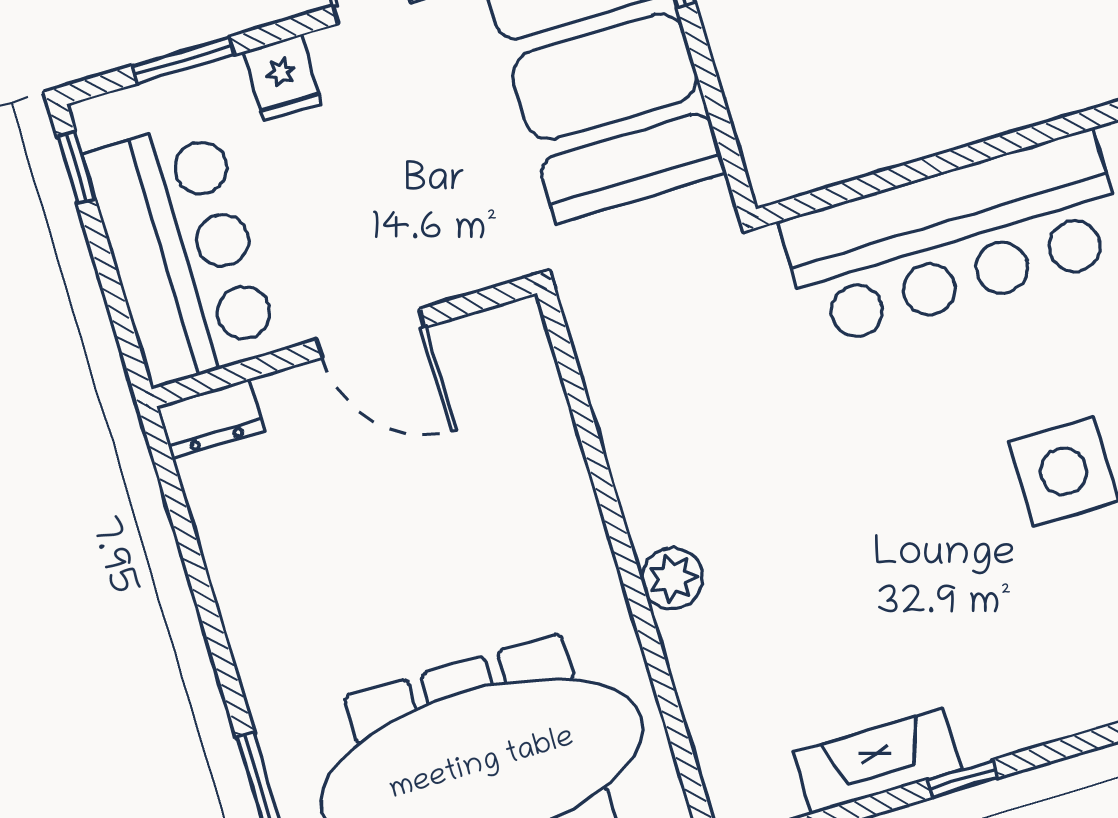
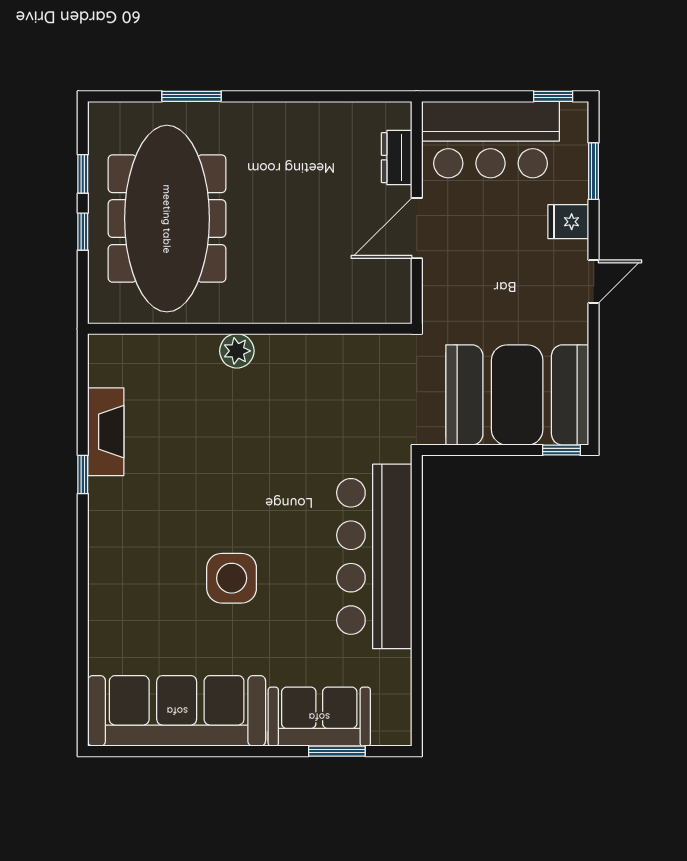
dresser: (211, 419) -> (397, 158), moved

